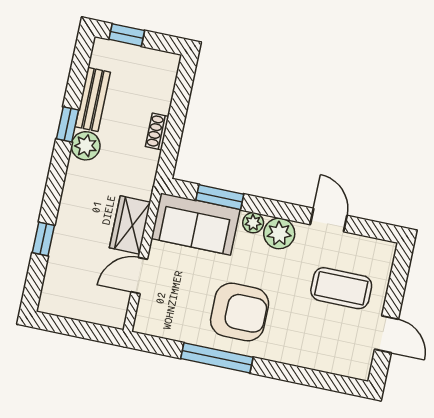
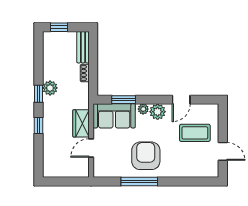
bench: (93, 99) -> (83, 47), moved
window: (68, 124) -> (39, 94), moved
door: (329, 220) -> (181, 100), swing flipped
window: (43, 239) -> (39, 125), moved
armchair: (240, 312) -> (146, 156), turned -90

